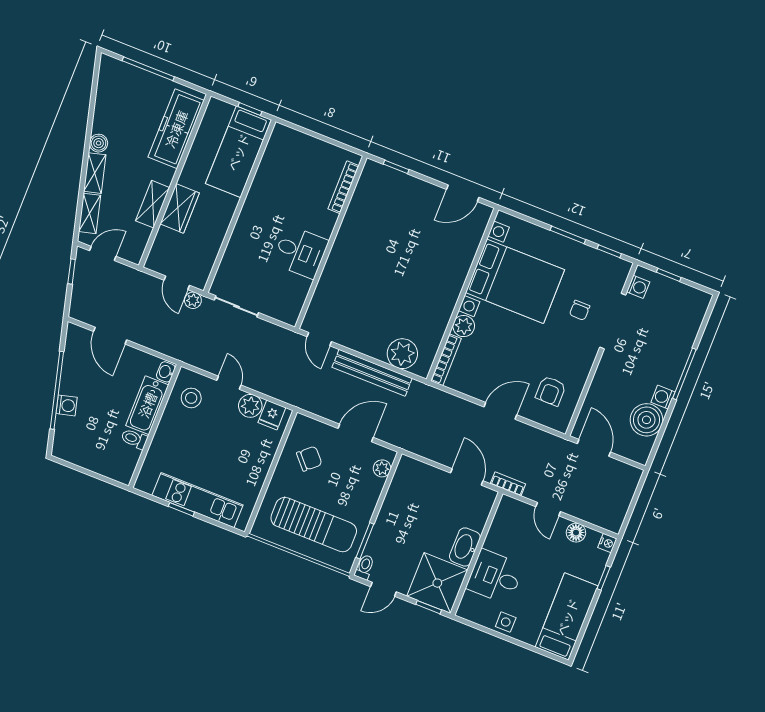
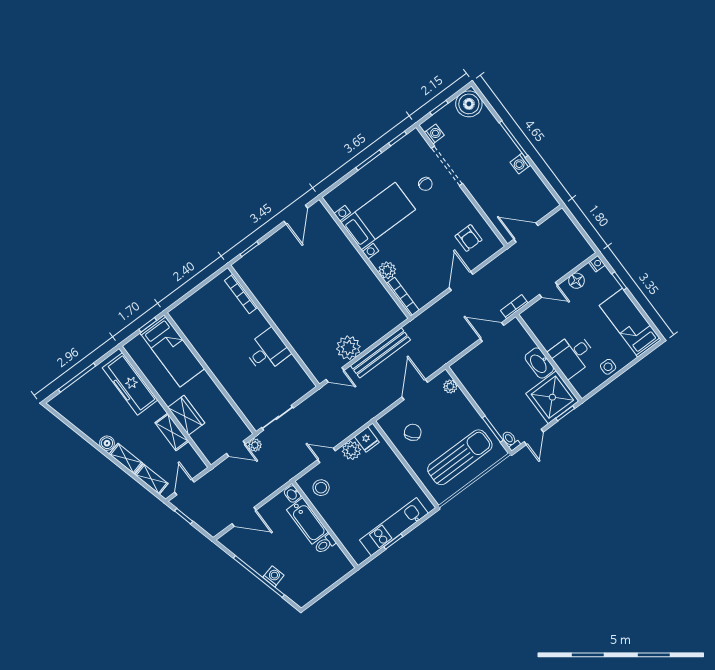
bed with nightstands: (515, 281) -> (378, 216), width x0.73
plant: (402, 354) -> (348, 348), moved
boiler: (646, 420) -> (469, 104), moved

